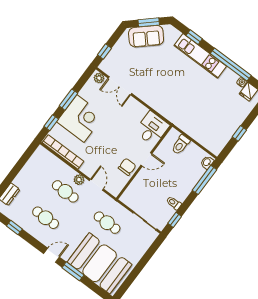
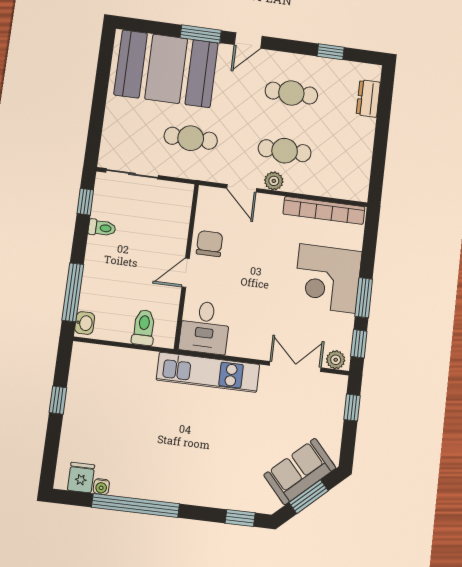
window: (194, 37) -> (240, 518), moved
kitchen unit: (200, 56) -> (208, 372), moved, turned 180
window: (51, 123) -> (359, 344), moved
chair: (127, 167) -> (209, 244), turned 180

